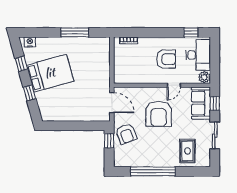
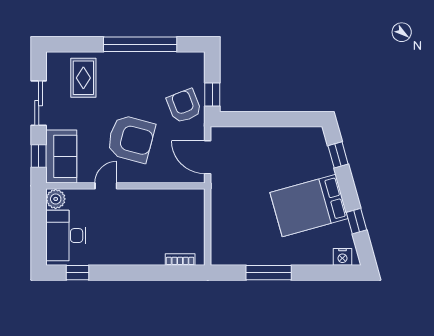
armchair: (166, 59) -> (118, 229), removed
window: (29, 93) -> (338, 155), moved
armchair: (159, 114) -> (131, 139), turned 105

